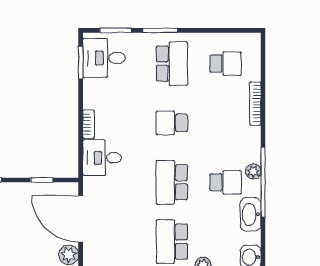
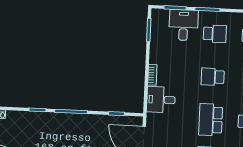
desk: (104, 58) -> (183, 25), moved, turned 90
school desk: (172, 64) -> (215, 34), width x0.54

